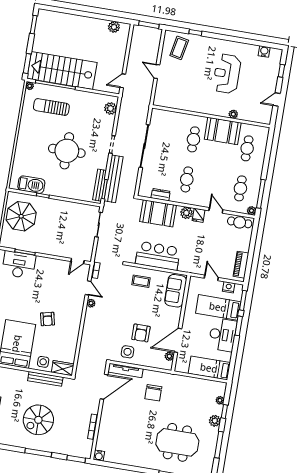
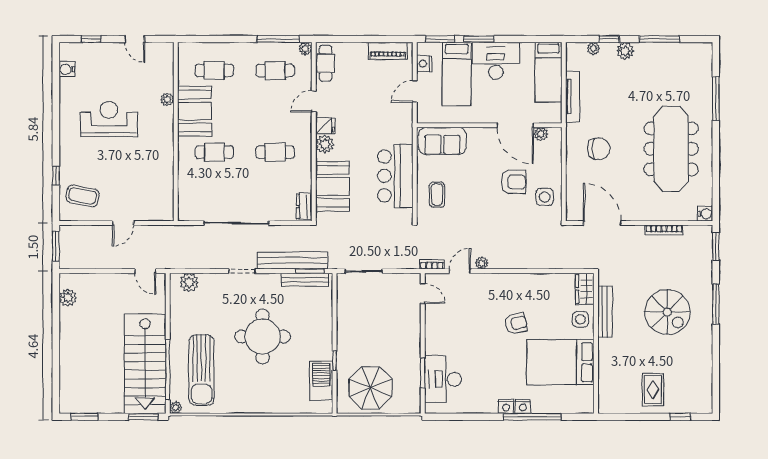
reception desk: (227, 74) -> (109, 119), turned 180
sun lounger: (51, 107) -> (202, 370), width x1.36, depth x1.34
dresser: (161, 195) -> (304, 206), moved
tv unit: (126, 370) -> (573, 96), moved
meeting table: (177, 442) -> (671, 149), moved, width x1.36

